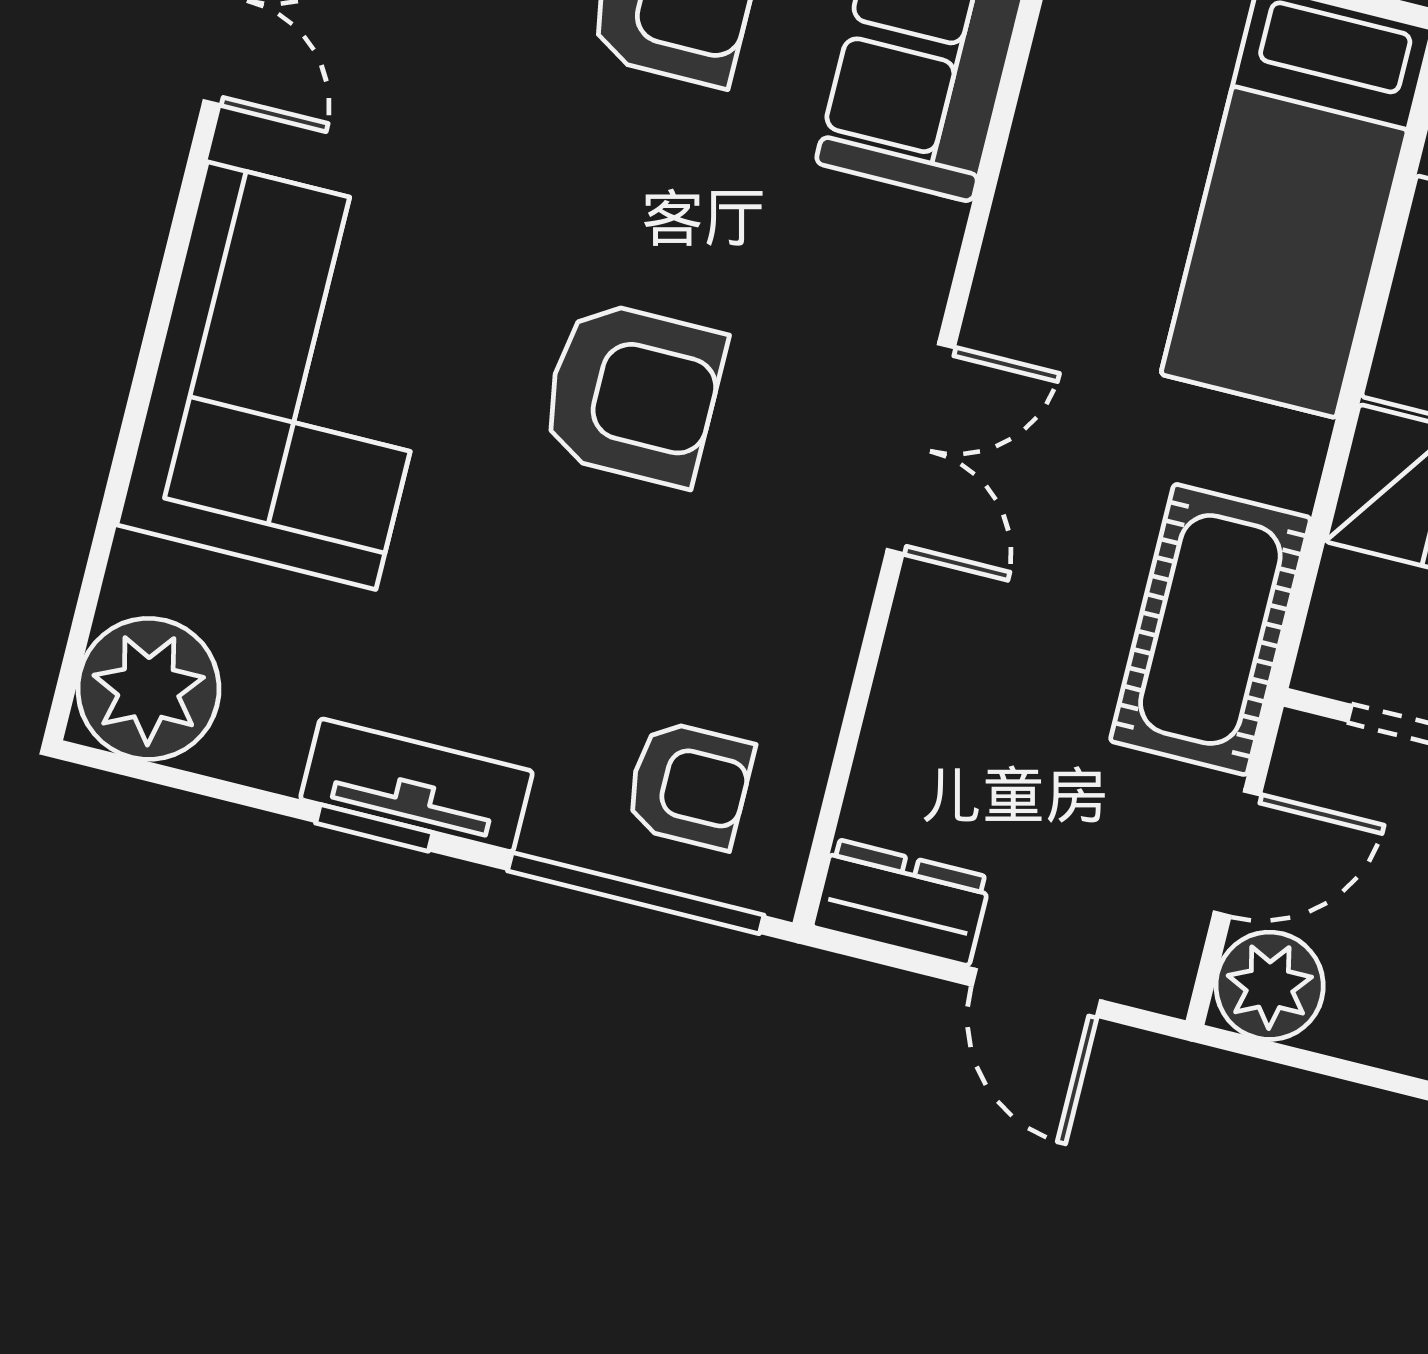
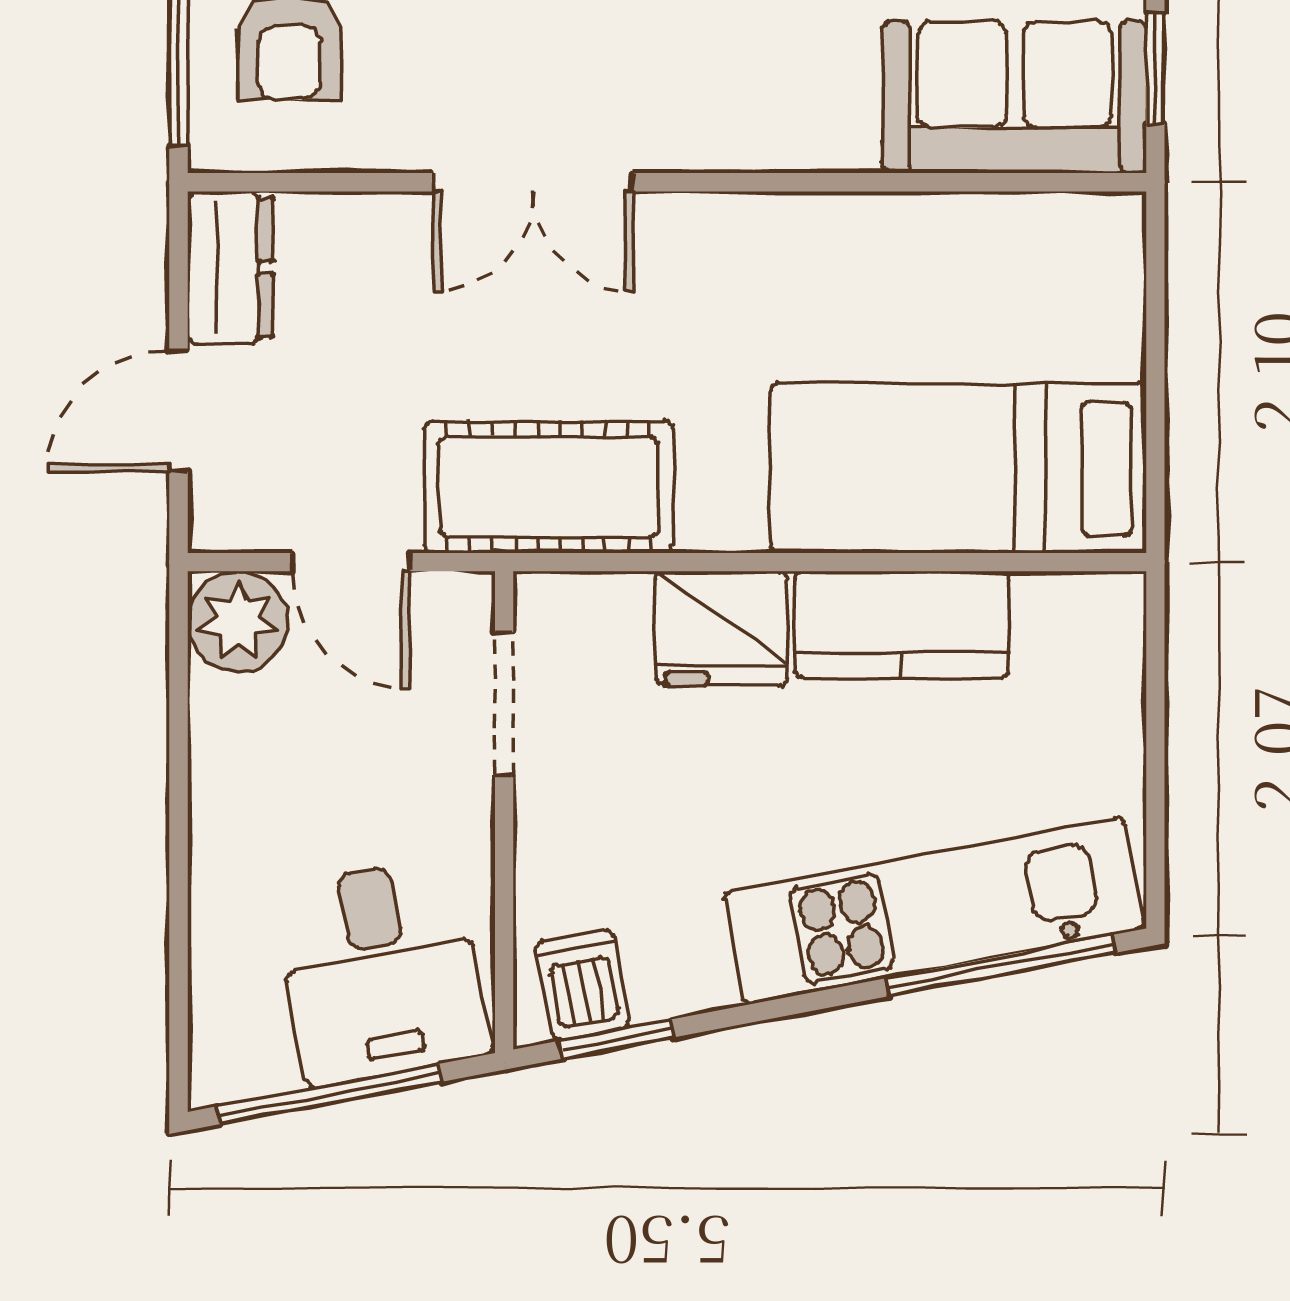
double door: (921, 449) -> (533, 182), moved

